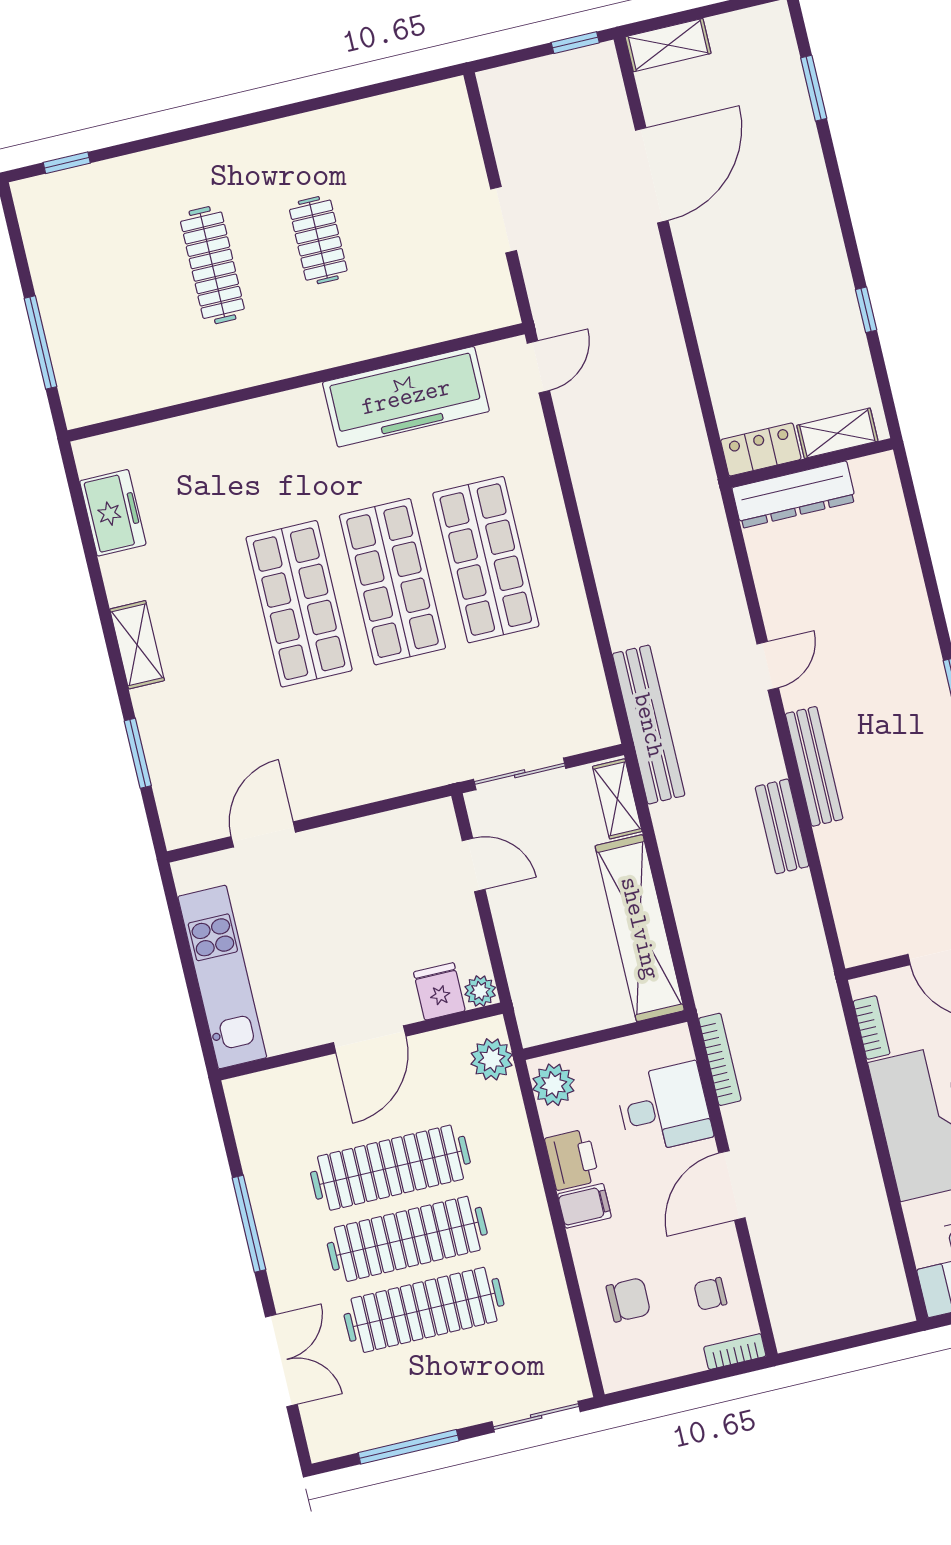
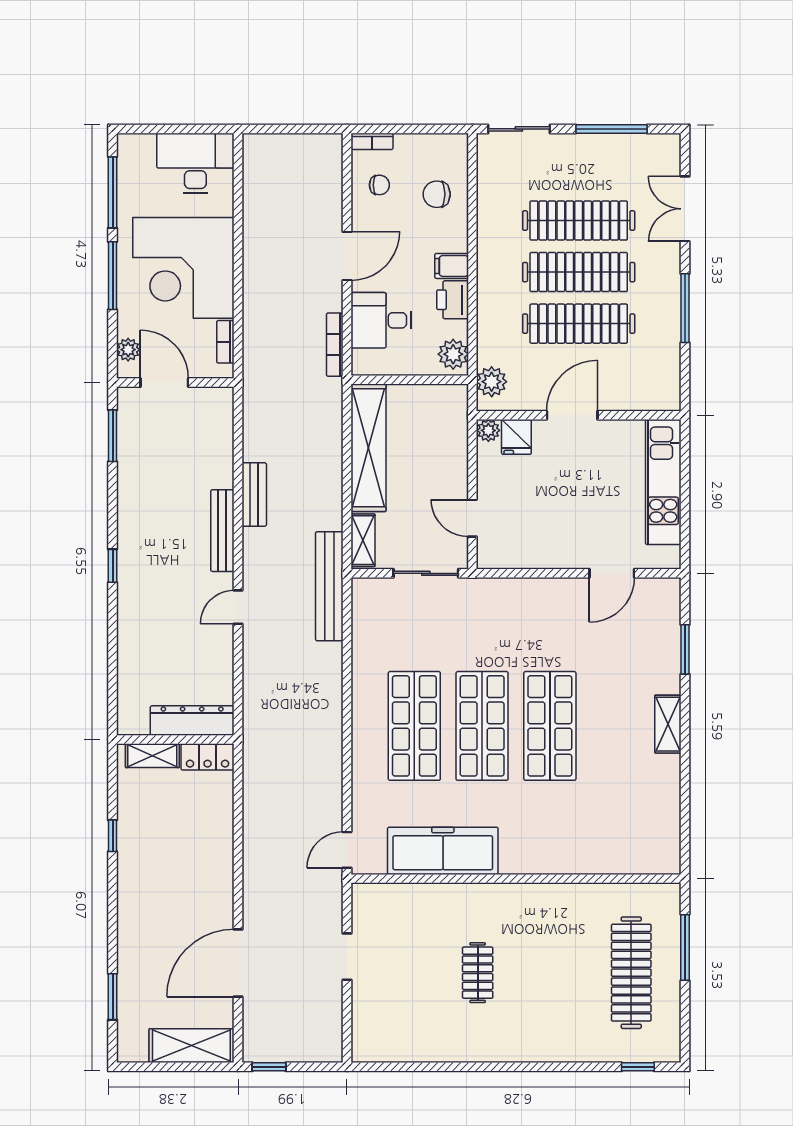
shelving: (668, 45) -> (191, 1046), width x1.50, depth x1.33
clothes rail: (212, 265) -> (631, 973), moved, width x1.37, depth x1.31
freezer: (113, 513) -> (663, 819), removed

